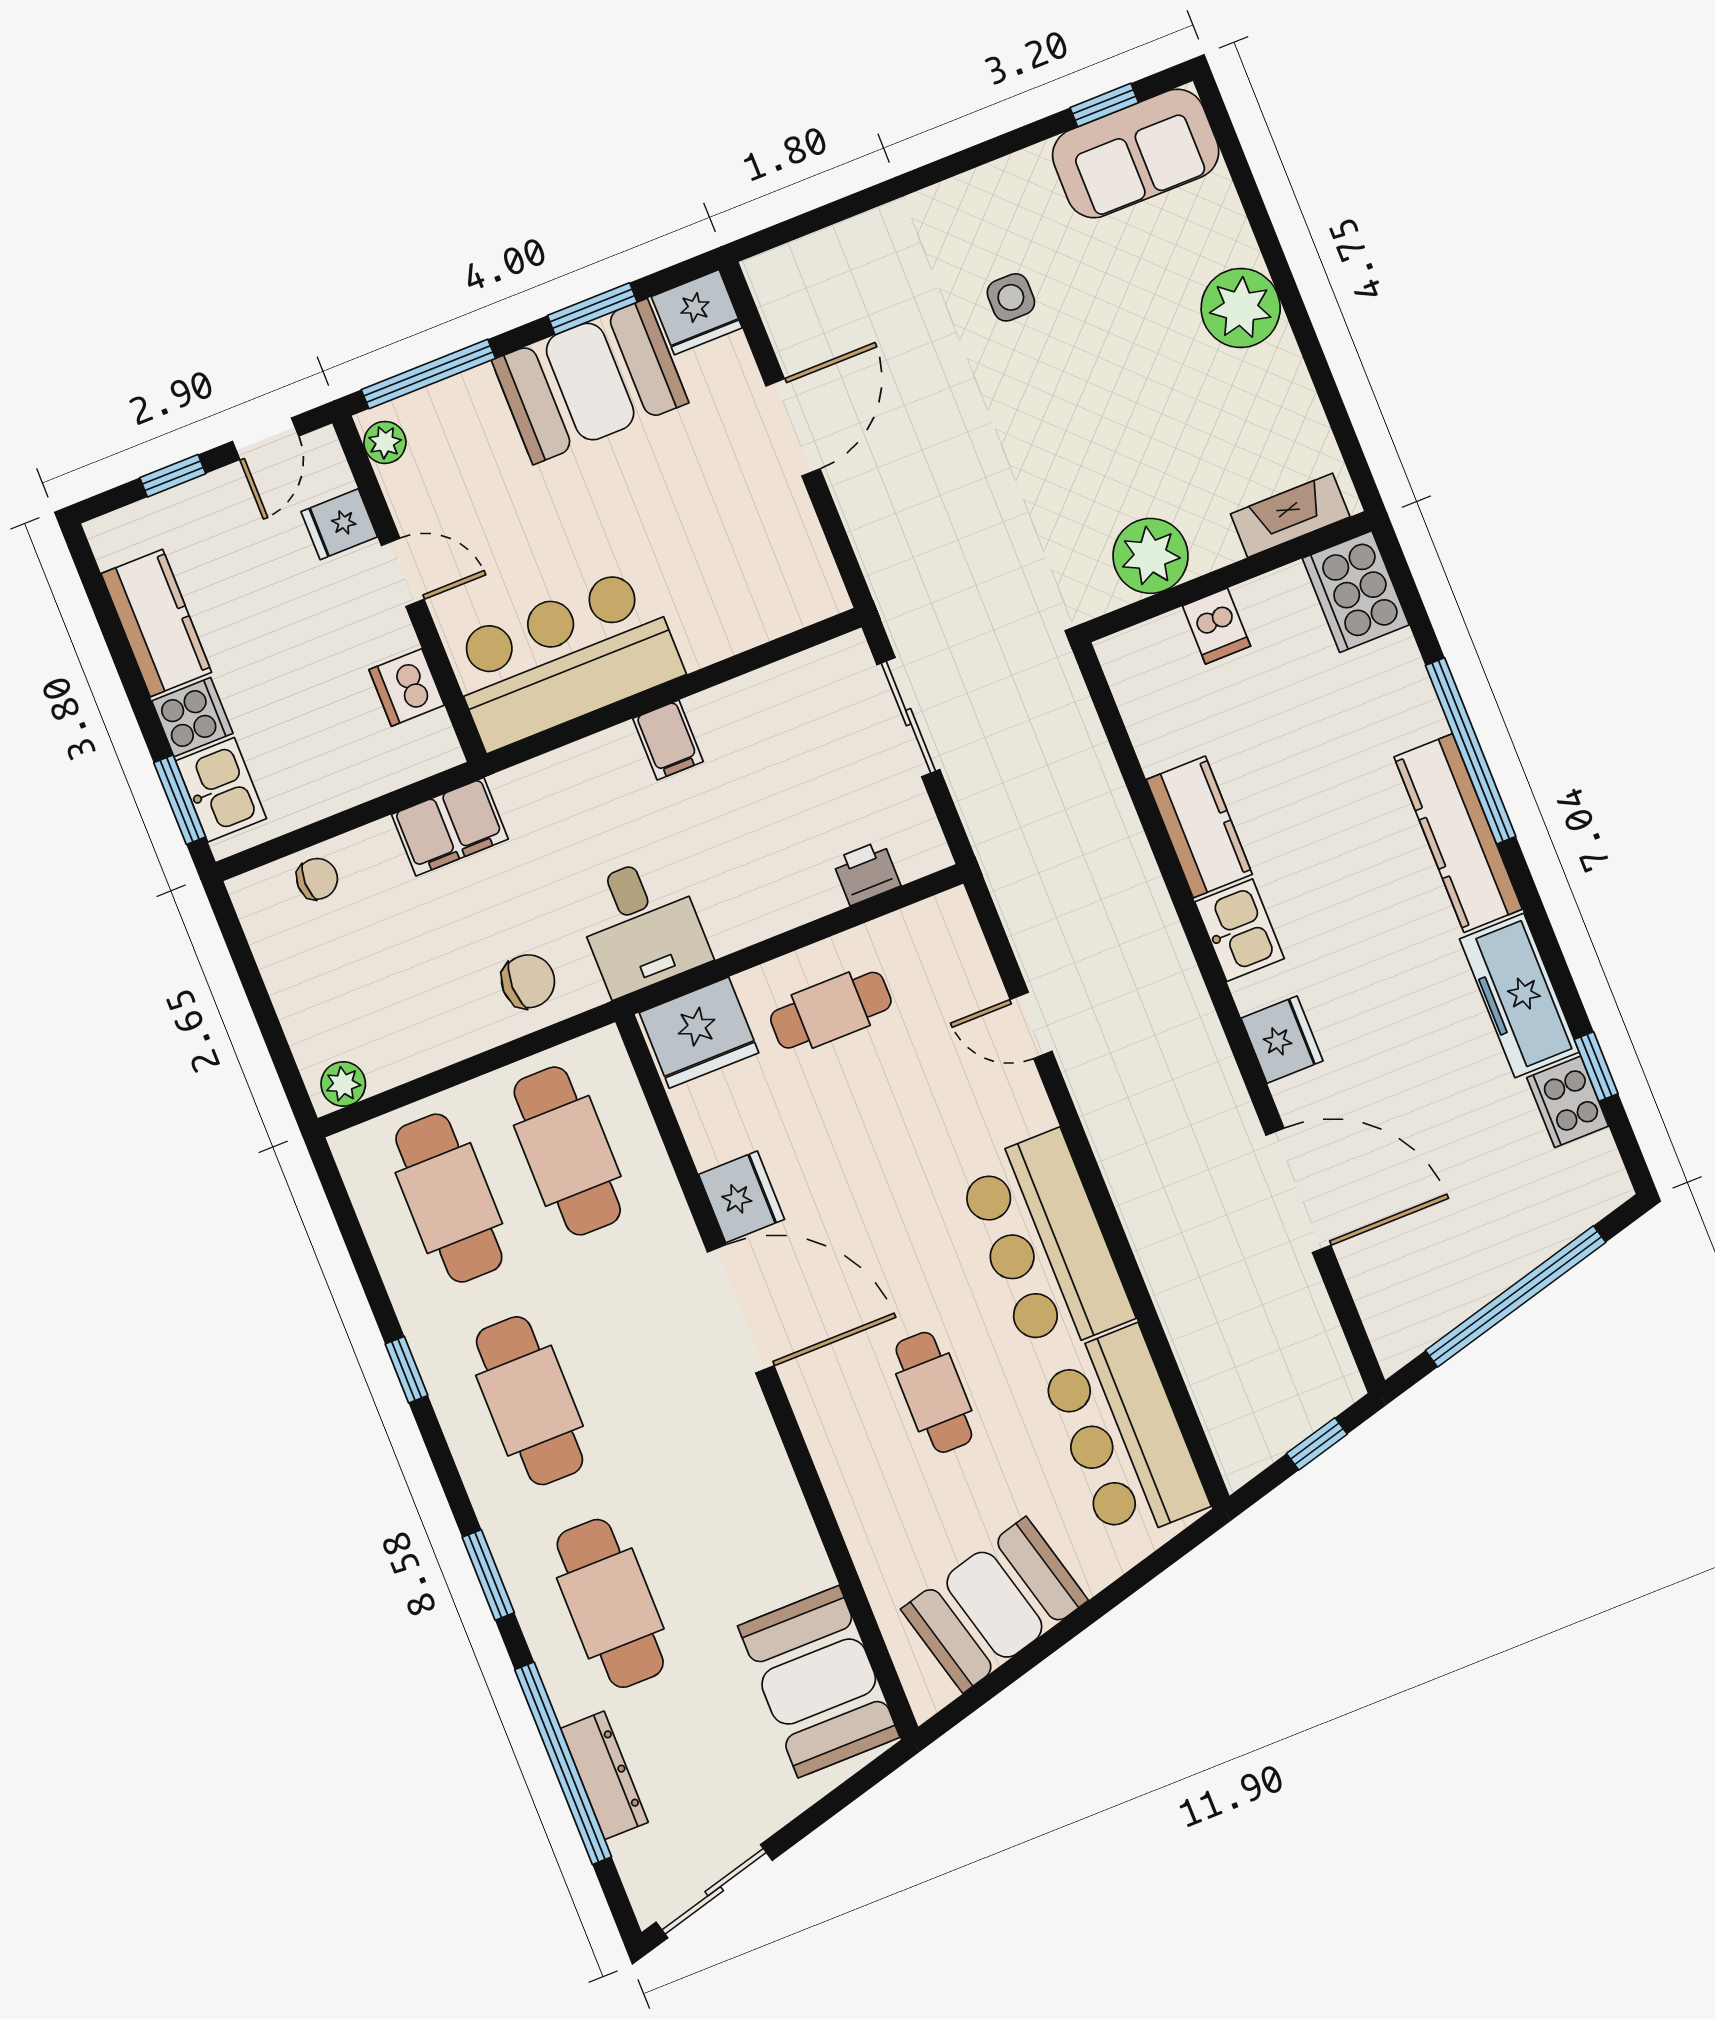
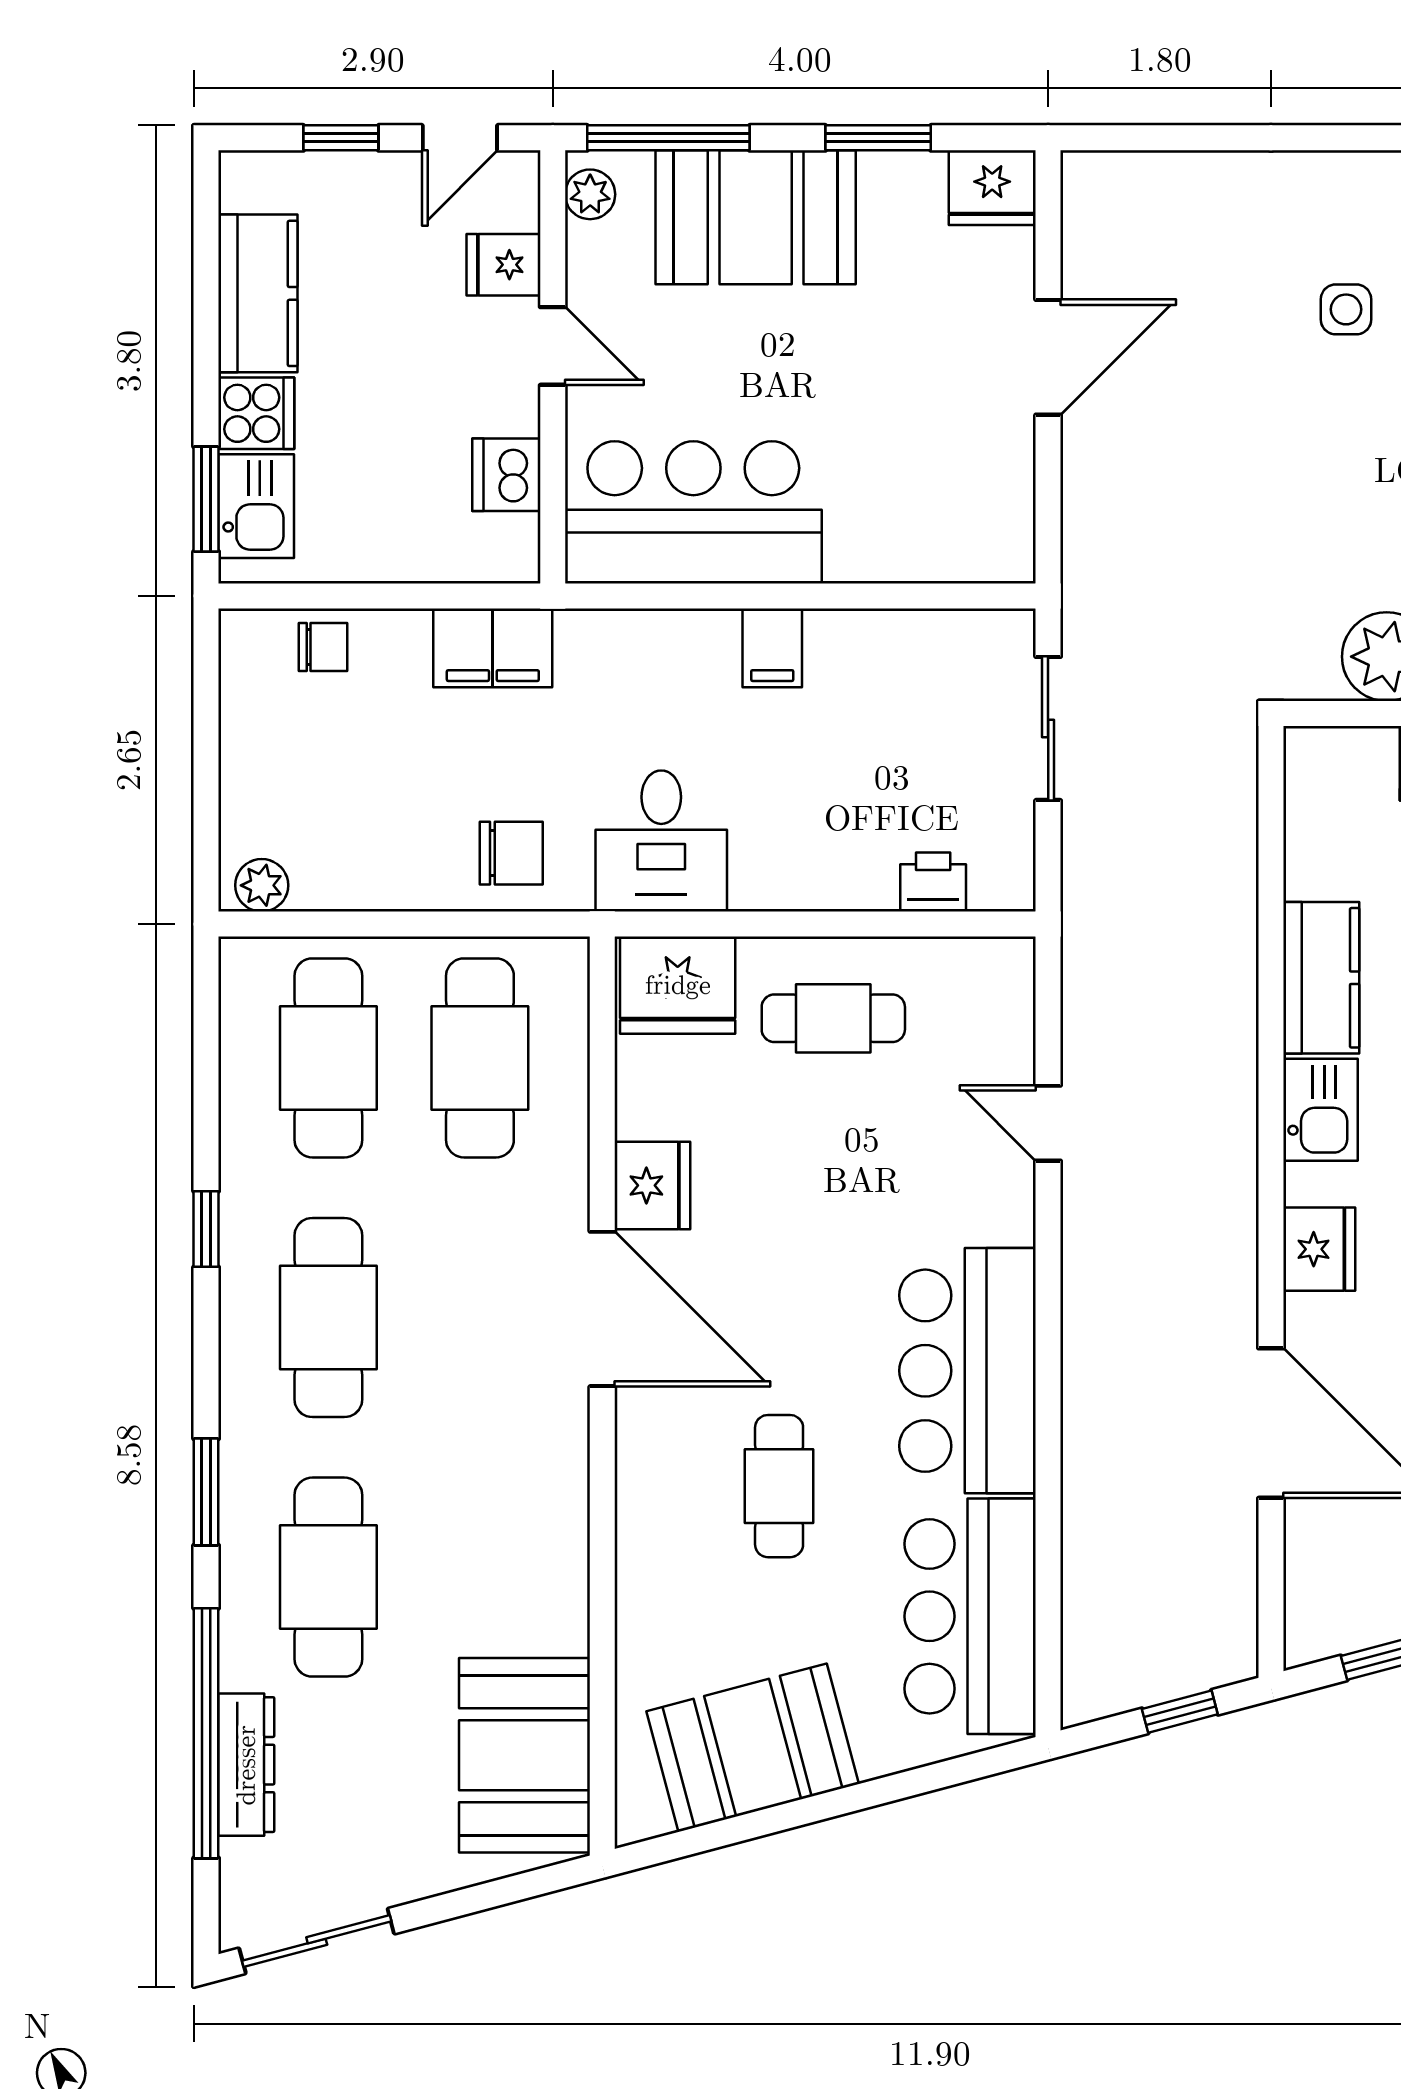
booth: (590, 382) -> (756, 217), moved

